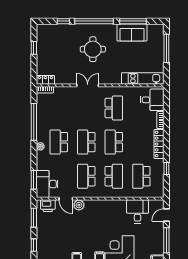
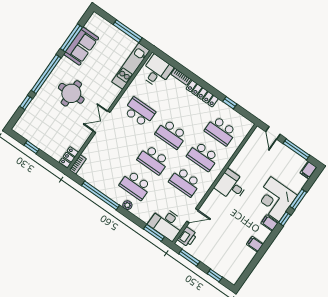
window: (166, 48) -> (128, 31), moved
school desk: (114, 176) -> (203, 156), turned 180
plant: (79, 205) -> (207, 208), removed
desk: (137, 211) -> (231, 185), moved

